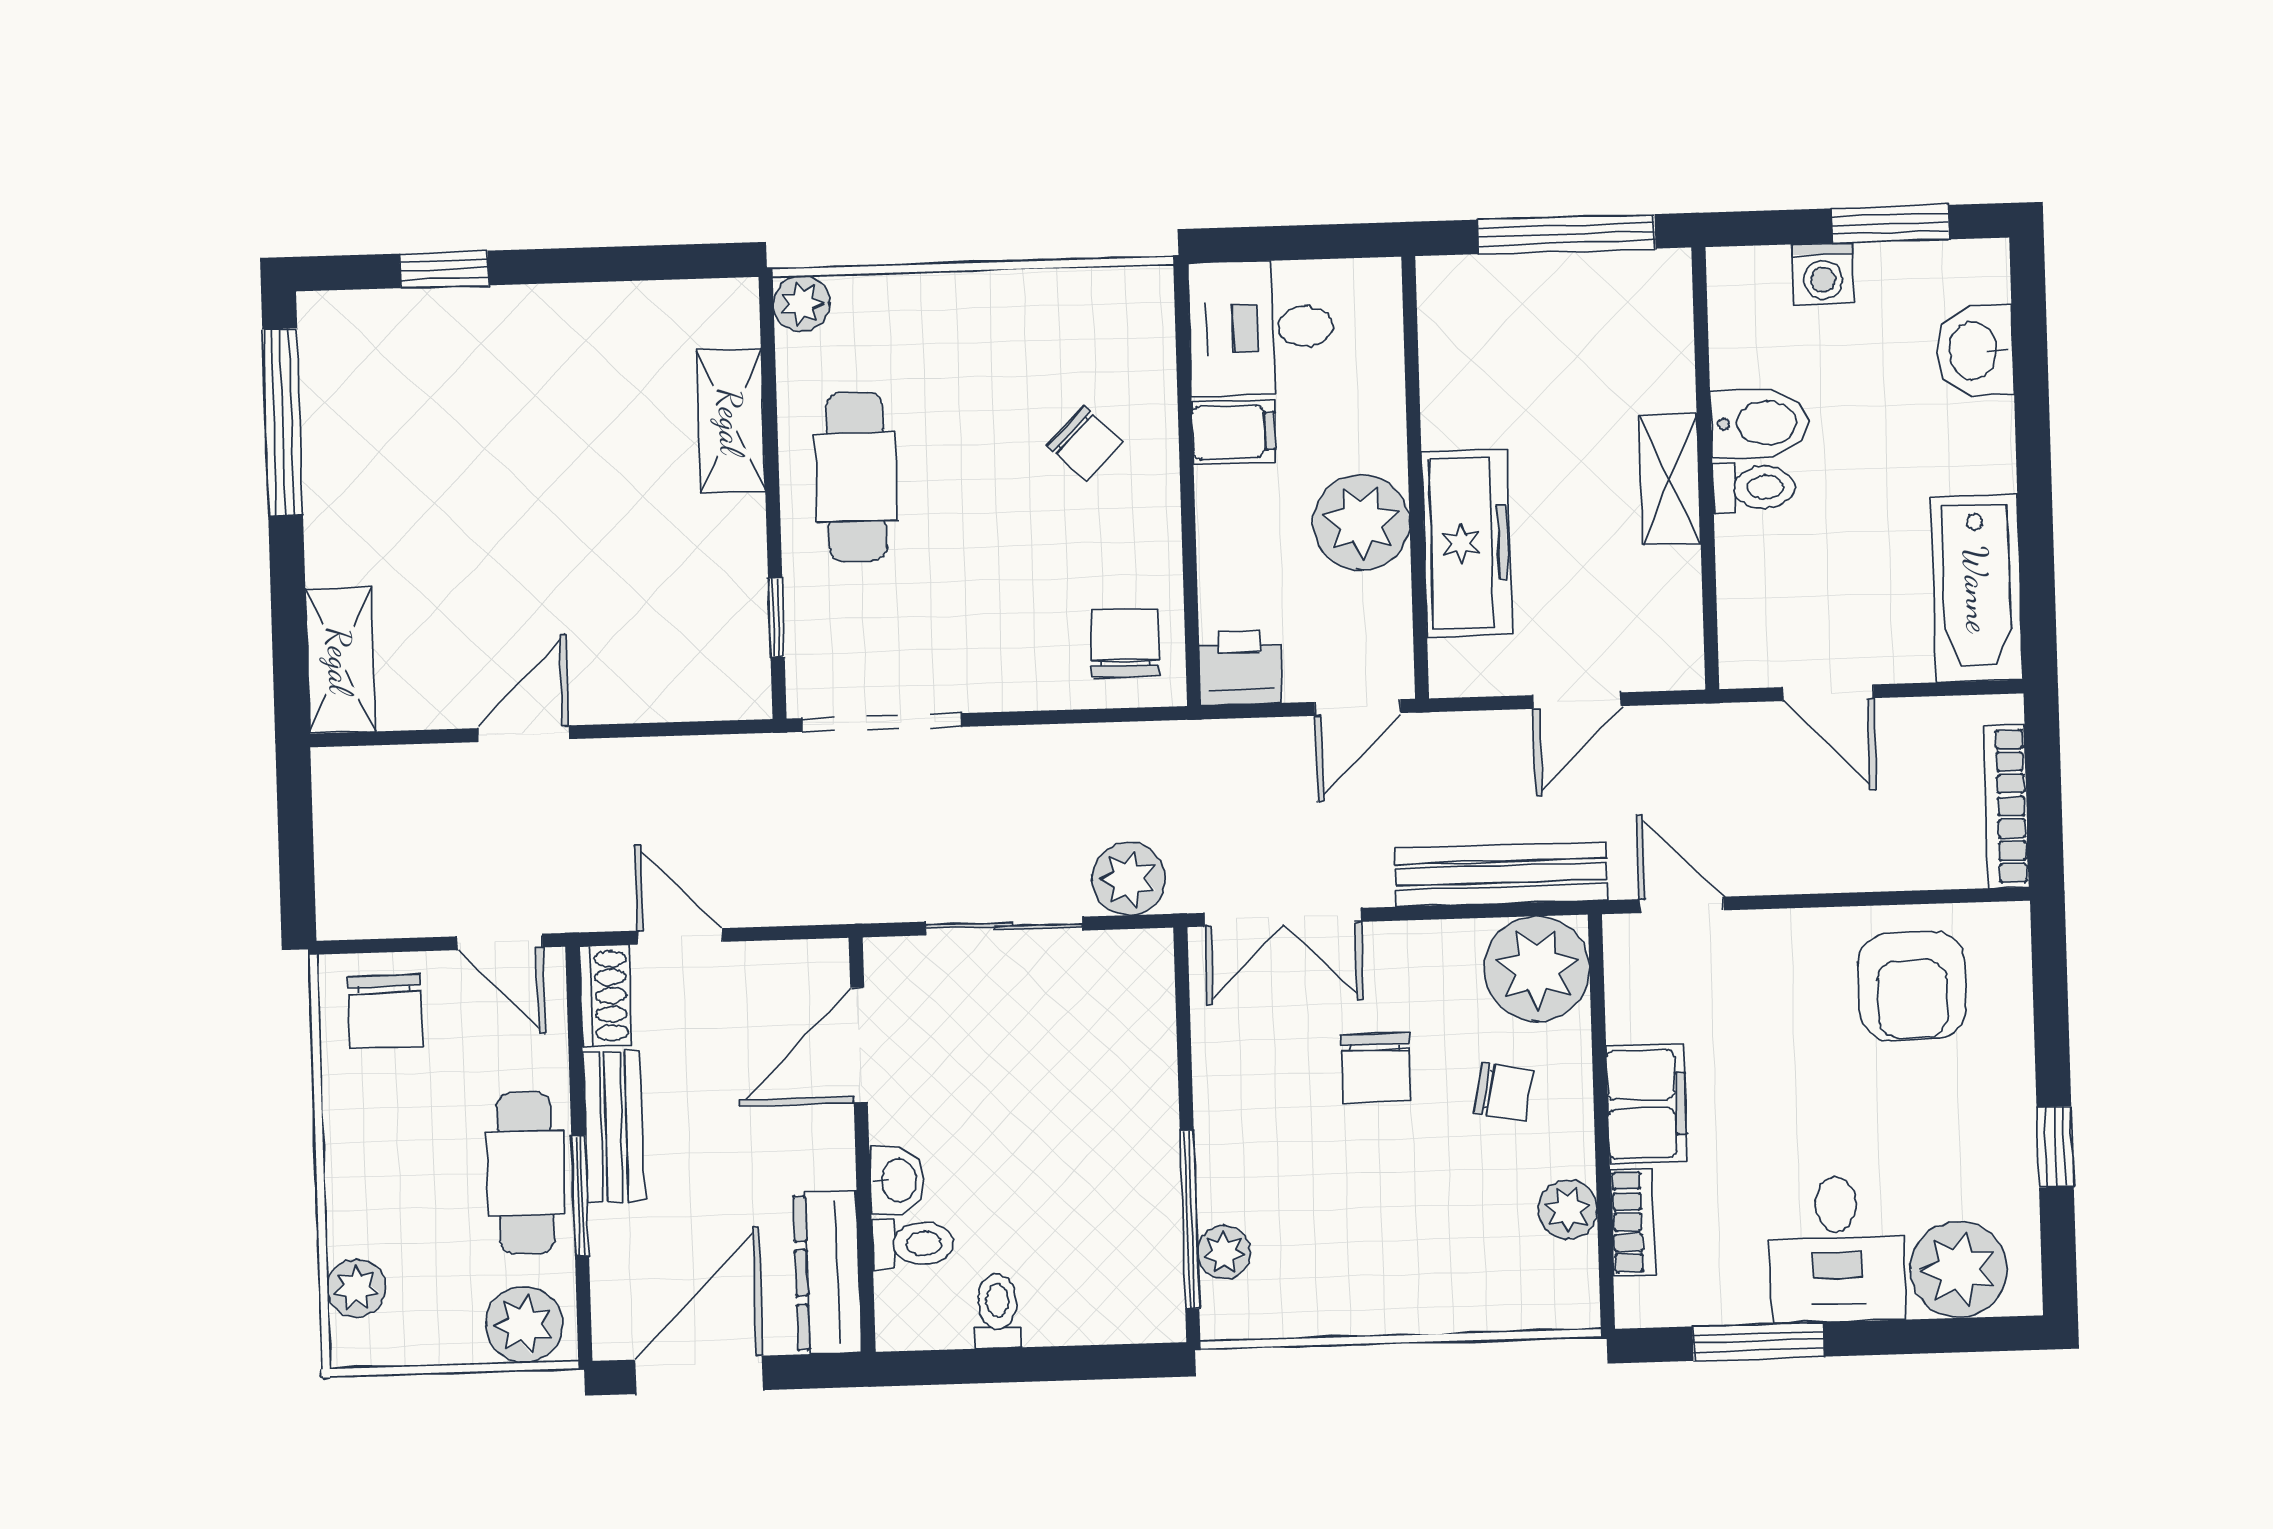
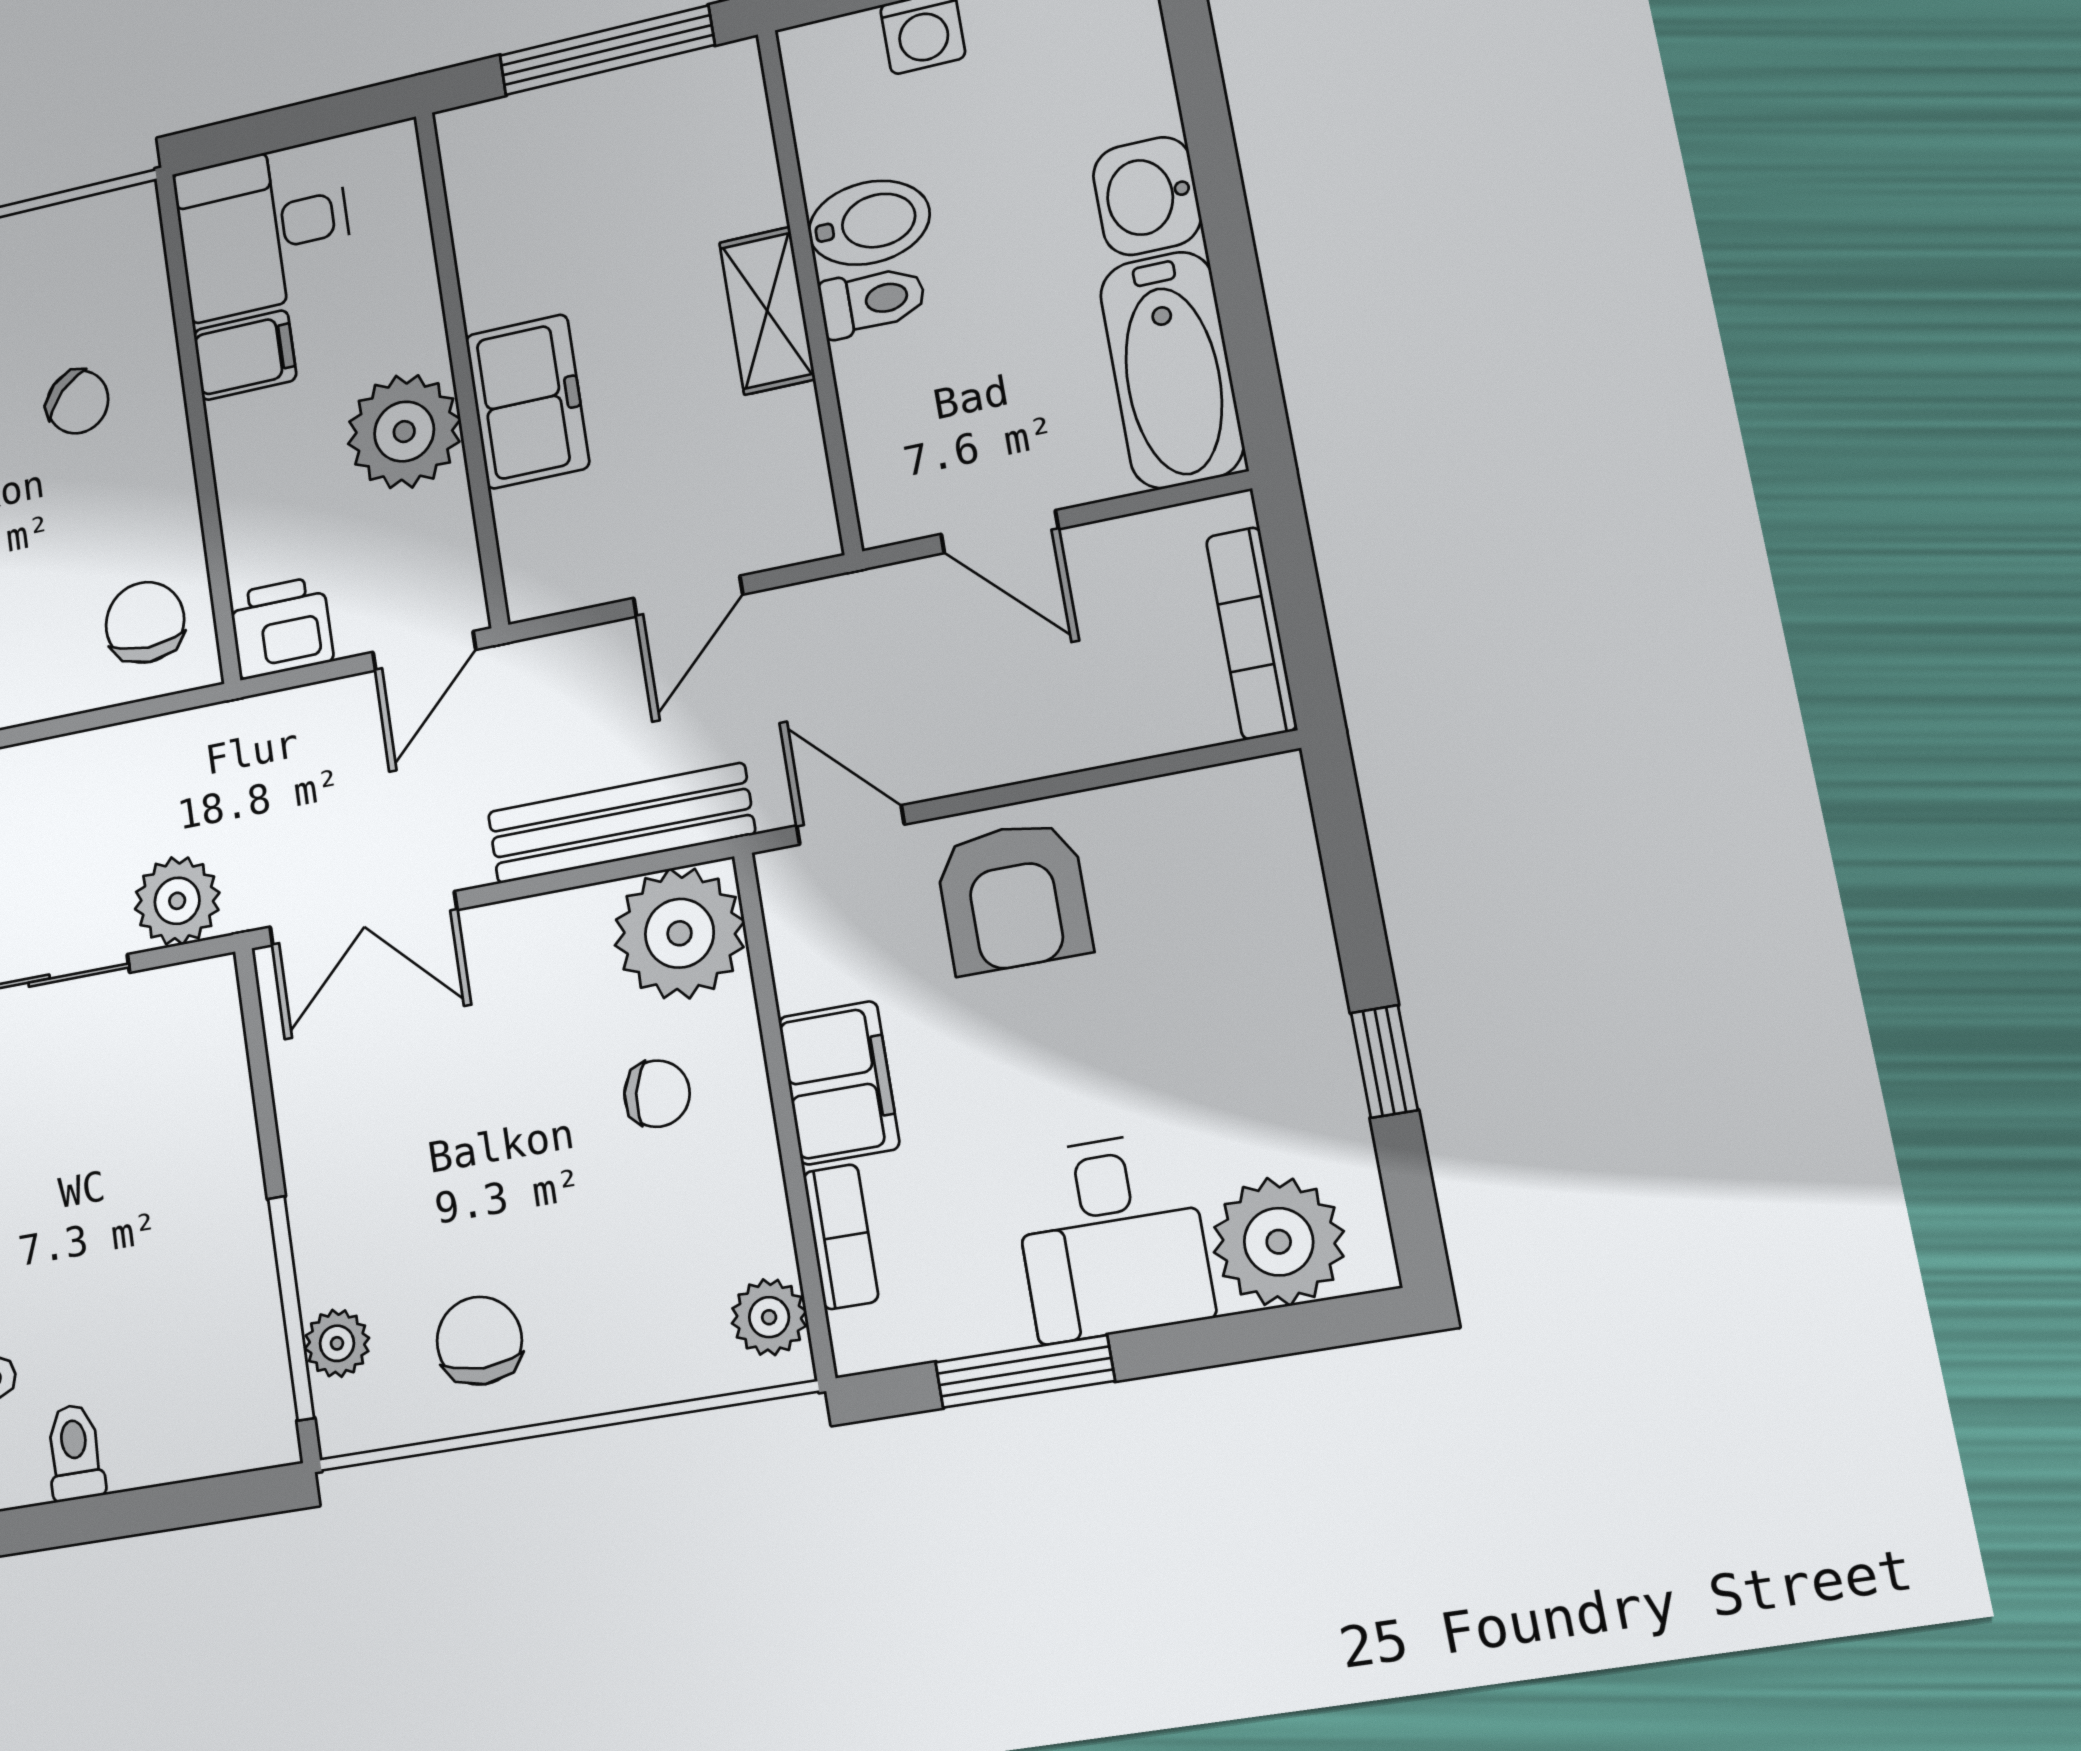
washbasin: (1975, 351) -> (1147, 196), moved
freezer: (1467, 543) -> (527, 402), width x0.71
armchair: (1912, 986) -> (1013, 897), moved
chair: (1376, 1068) -> (479, 1341), moved, turned 180
plant: (1568, 1210) -> (769, 1317), moved

